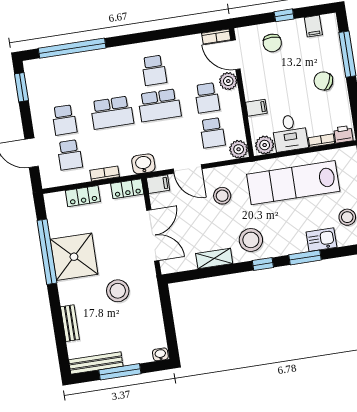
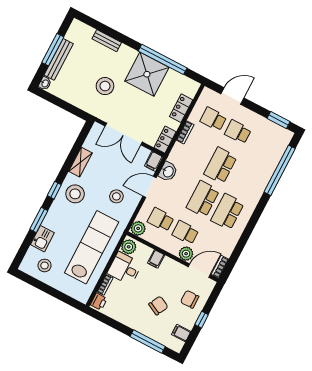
school desk: (154, 70) -> (227, 212), width x1.85
chair: (323, 81) -> (158, 306), moved
washbasin: (143, 164) -> (168, 172), moved
bench: (96, 363) -> (59, 59), moved

